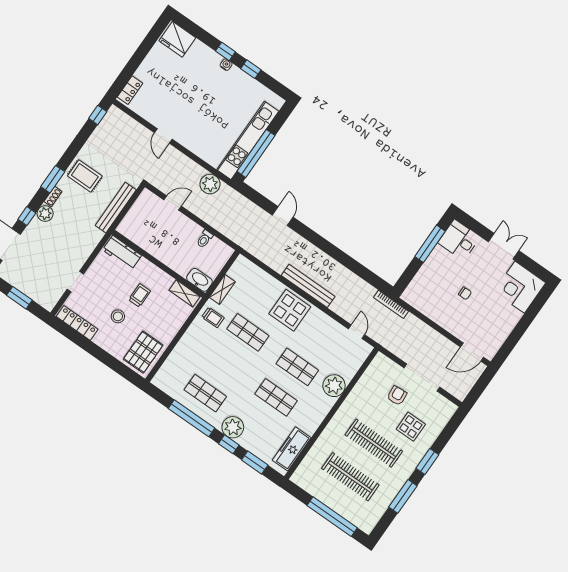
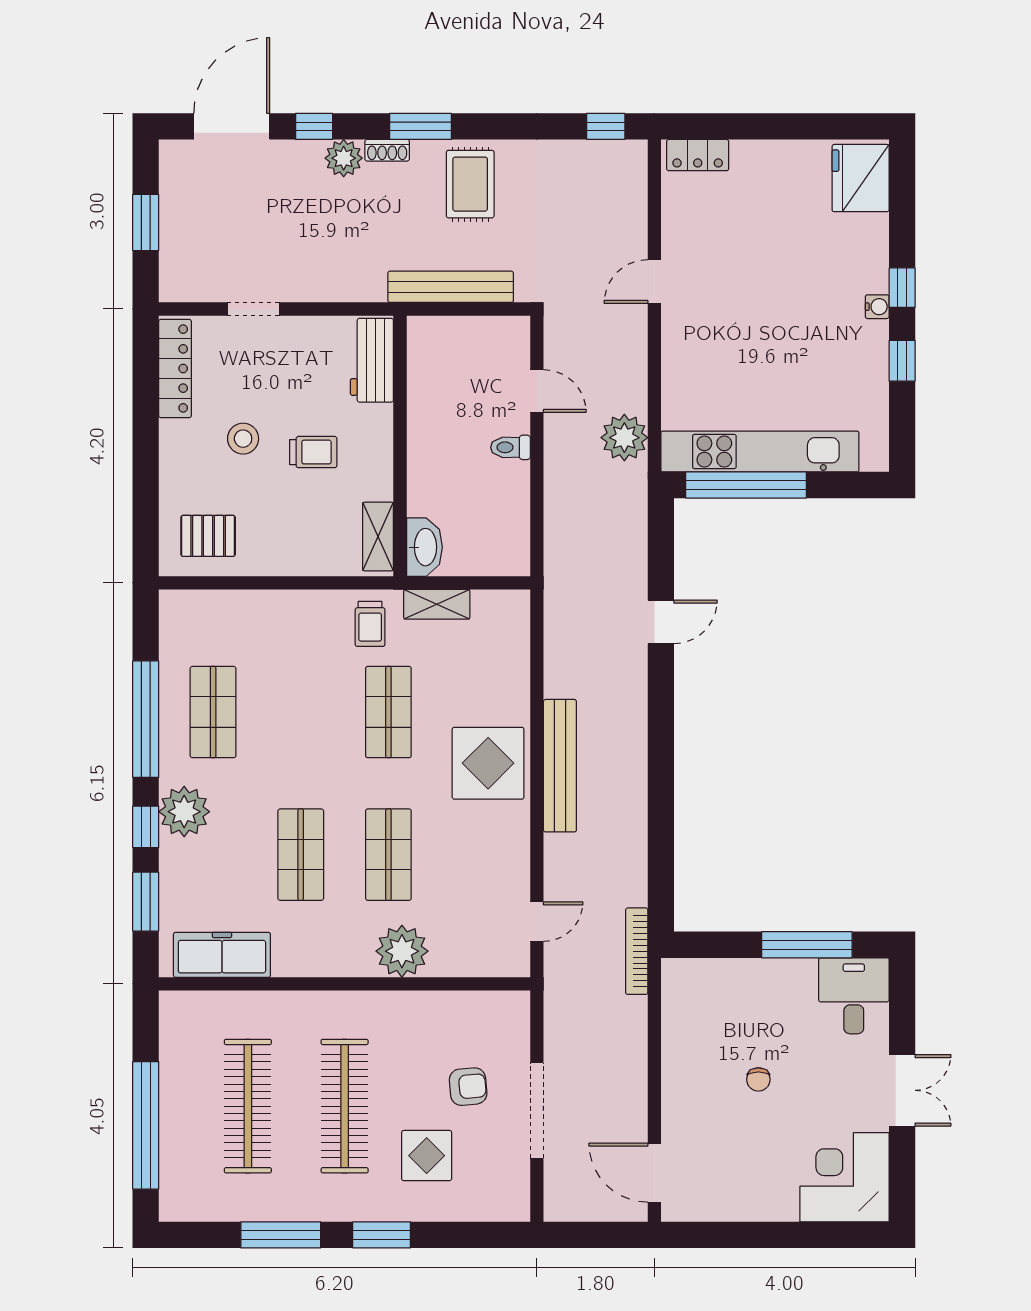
toilet: (205, 239) -> (511, 447), moved
pallet: (143, 352) -> (208, 536), width x0.67, depth x0.71

